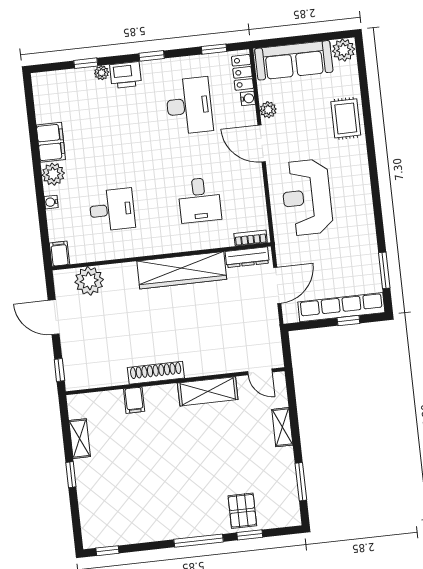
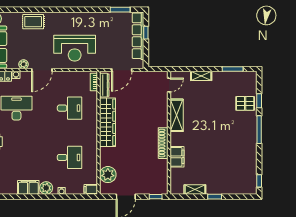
desk: (112, 210) -> (70, 157), turned 90
door: (277, 285) -> (122, 70), swing flipped
filing cabinet: (134, 400) -> (177, 157), width x2.00

